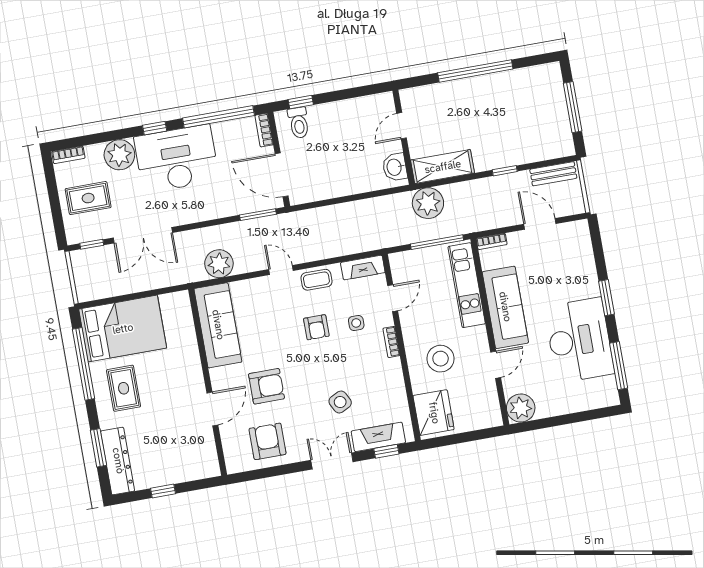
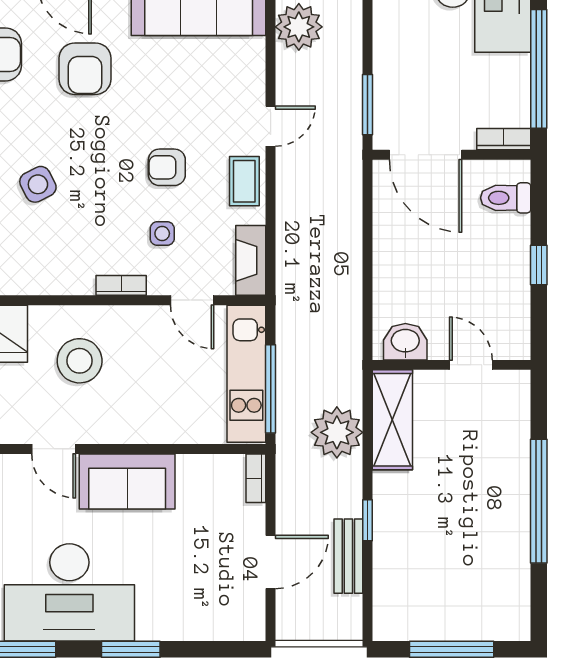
window: (301, 102) -> (539, 265), moved
bench: (553, 174) -> (348, 556), moved
door: (282, 175) -> (426, 155), swing flipped
plant: (428, 203) -> (337, 432), moved
kitchen unit: (467, 285) -> (246, 374), moved, turned -90
sofa: (505, 307) -> (127, 481), width x0.73

